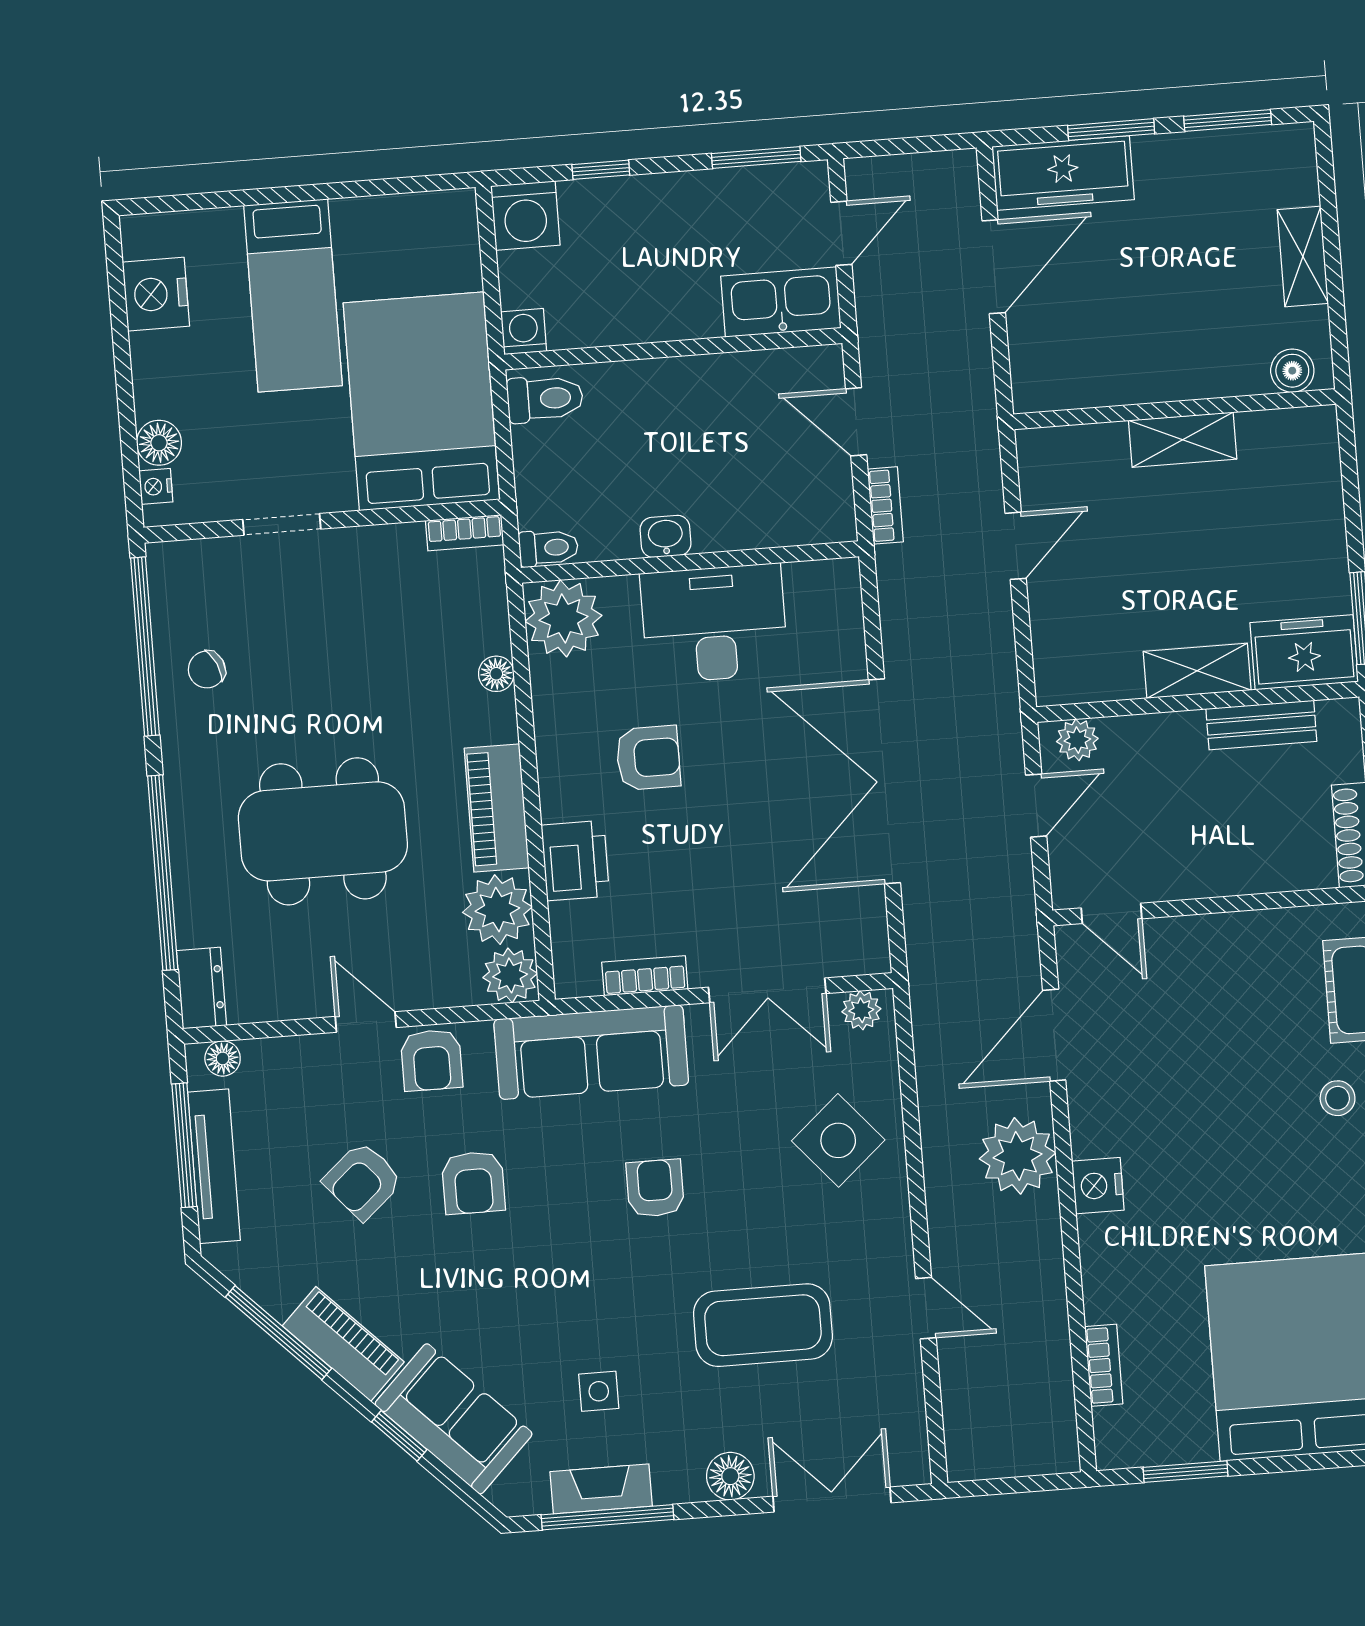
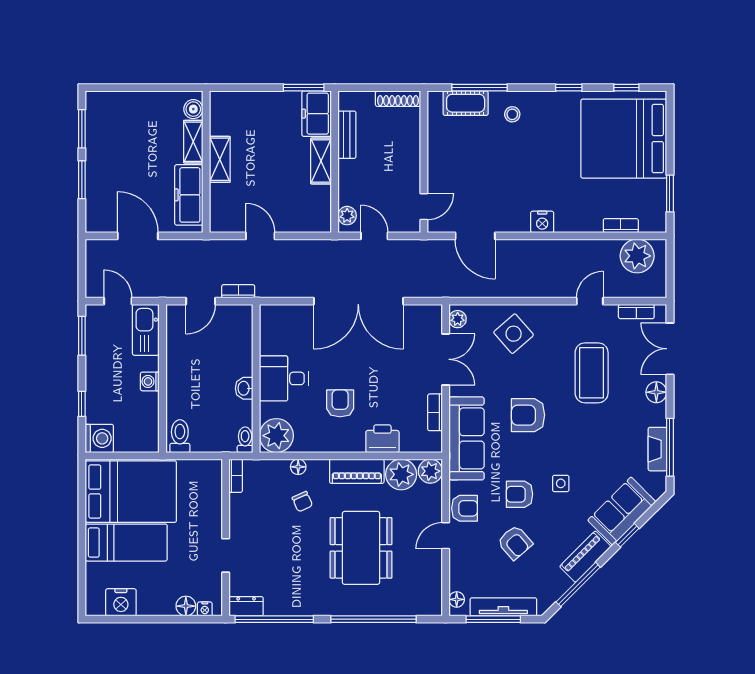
freezer: (1063, 173) -> (189, 195), moved, turned 180
shelving: (1303, 256) -> (193, 142), moved, turned 90
washing machine: (524, 332) -> (150, 381), moved
bed: (421, 401) -> (131, 492), moved, turned 180
desk: (714, 623) -> (284, 378), width x0.73
chair: (207, 669) -> (302, 502), moved
dresser: (201, 988) -> (246, 606), moved
plant: (1018, 1156) -> (637, 256), moved
armchair: (473, 1183) -> (519, 494), turned 180
armchair: (655, 1188) -> (528, 415), width x1.38, depth x1.38
side table: (599, 1391) -> (561, 483), moved
bookcase: (911, 1416) -> (636, 312), added

